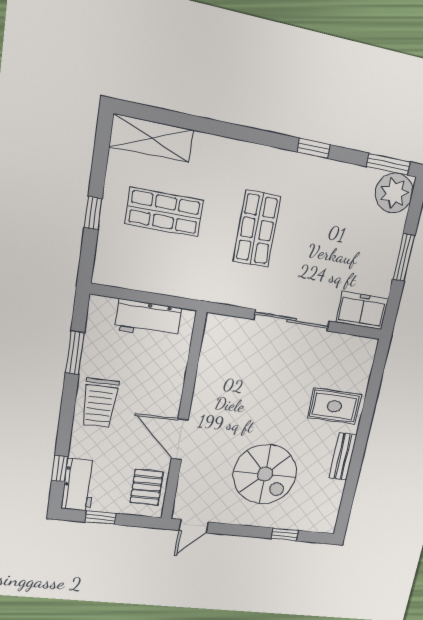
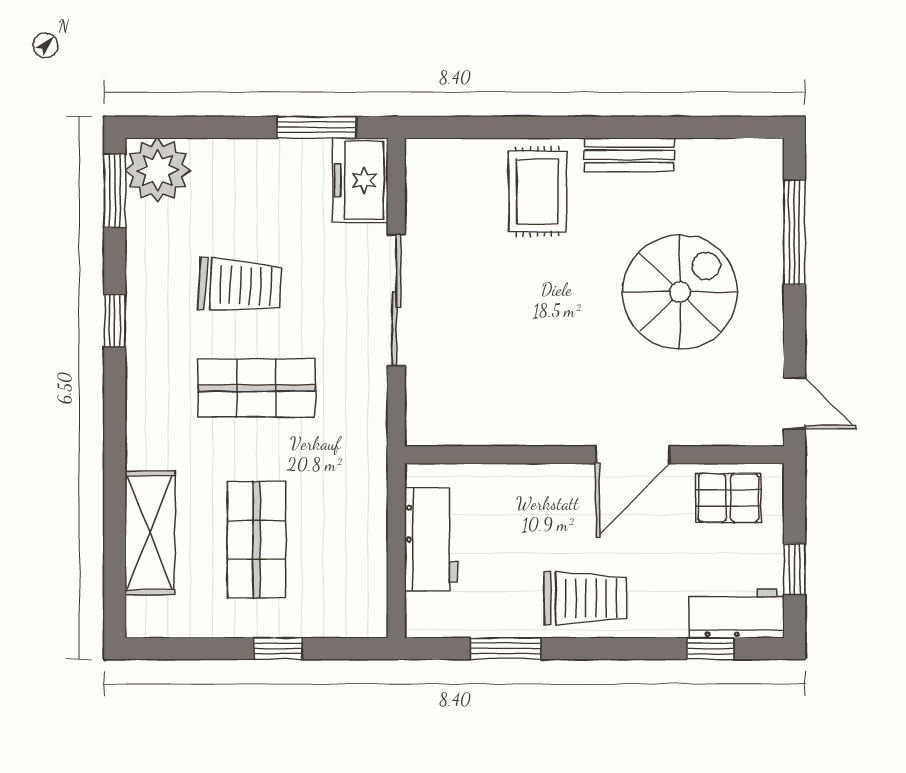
shelving: (151, 138) -> (150, 533), moved
trolley: (318, 230) -> (240, 286), added
window: (404, 258) -> (317, 127), moved
window: (285, 534) -> (794, 232), width x2.17

